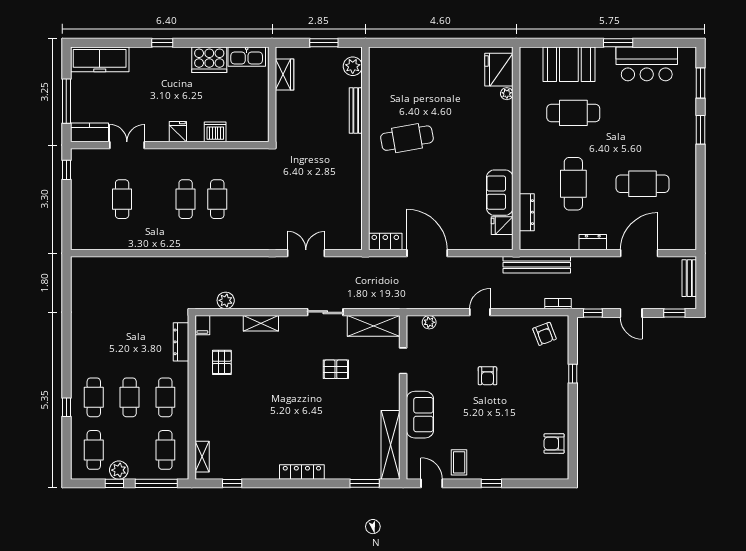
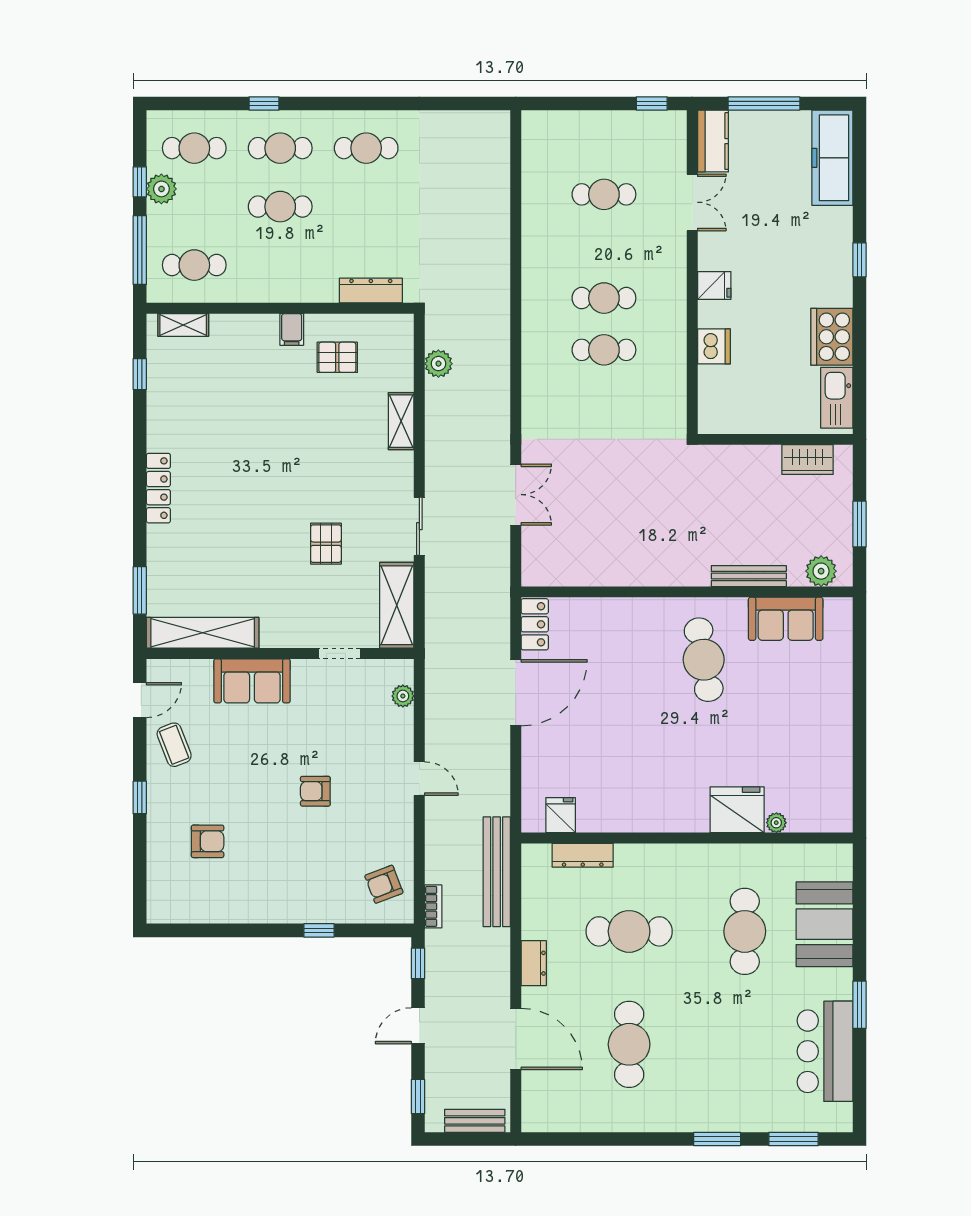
fridge: (499, 70) -> (737, 810), moved
sofa: (500, 193) -> (786, 619), moved, turned 180
filing cabinet: (202, 325) -> (292, 329), moved, turned -90
cafe table: (165, 397) -> (366, 148), moved
armchair: (554, 444) -> (208, 841), moved, turned 90
coffee table: (459, 462) -> (174, 745), turned 69

